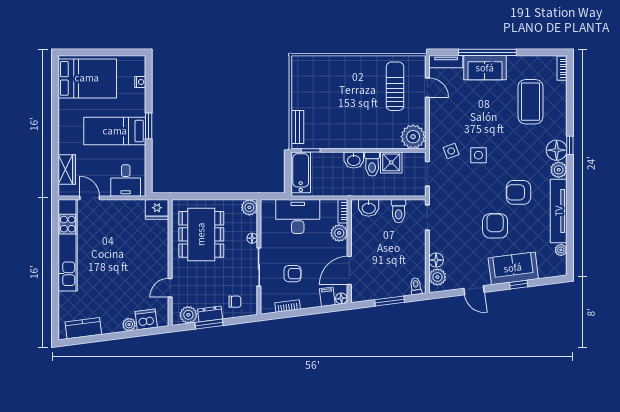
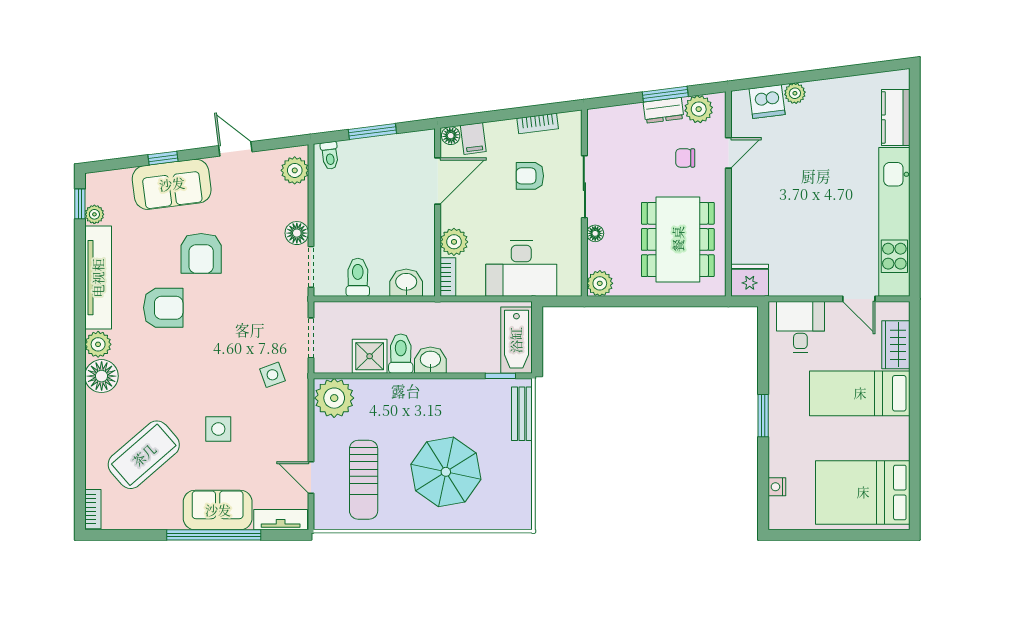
parasol: (344, 91) -> (446, 472), added
coffee table: (531, 102) -> (144, 455), turned 49
bed: (115, 131) -> (860, 393), moved, turned 180
window: (570, 145) -> (80, 204), moved
side table: (478, 155) -> (218, 429), moved
floor lamp: (436, 260) -> (297, 233), moved
chair: (235, 302) -> (685, 158), moved
kitchen counter: (83, 328) -> (896, 117), moved, turned 97

